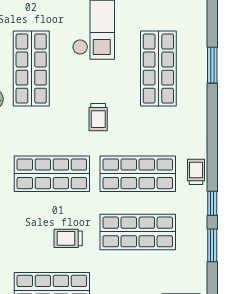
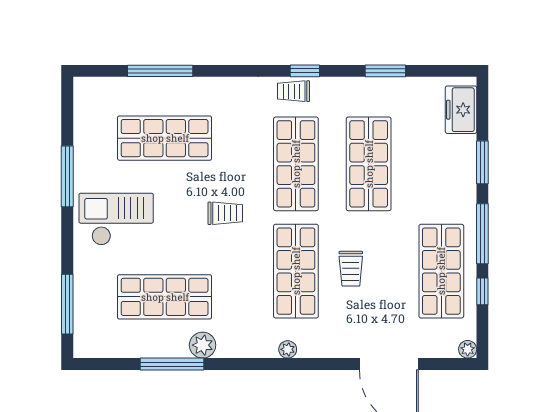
window: (212, 65) -> (160, 71), width x1.44
window: (212, 203) -> (305, 71), moved
trolley: (68, 238) -> (351, 269), moved

